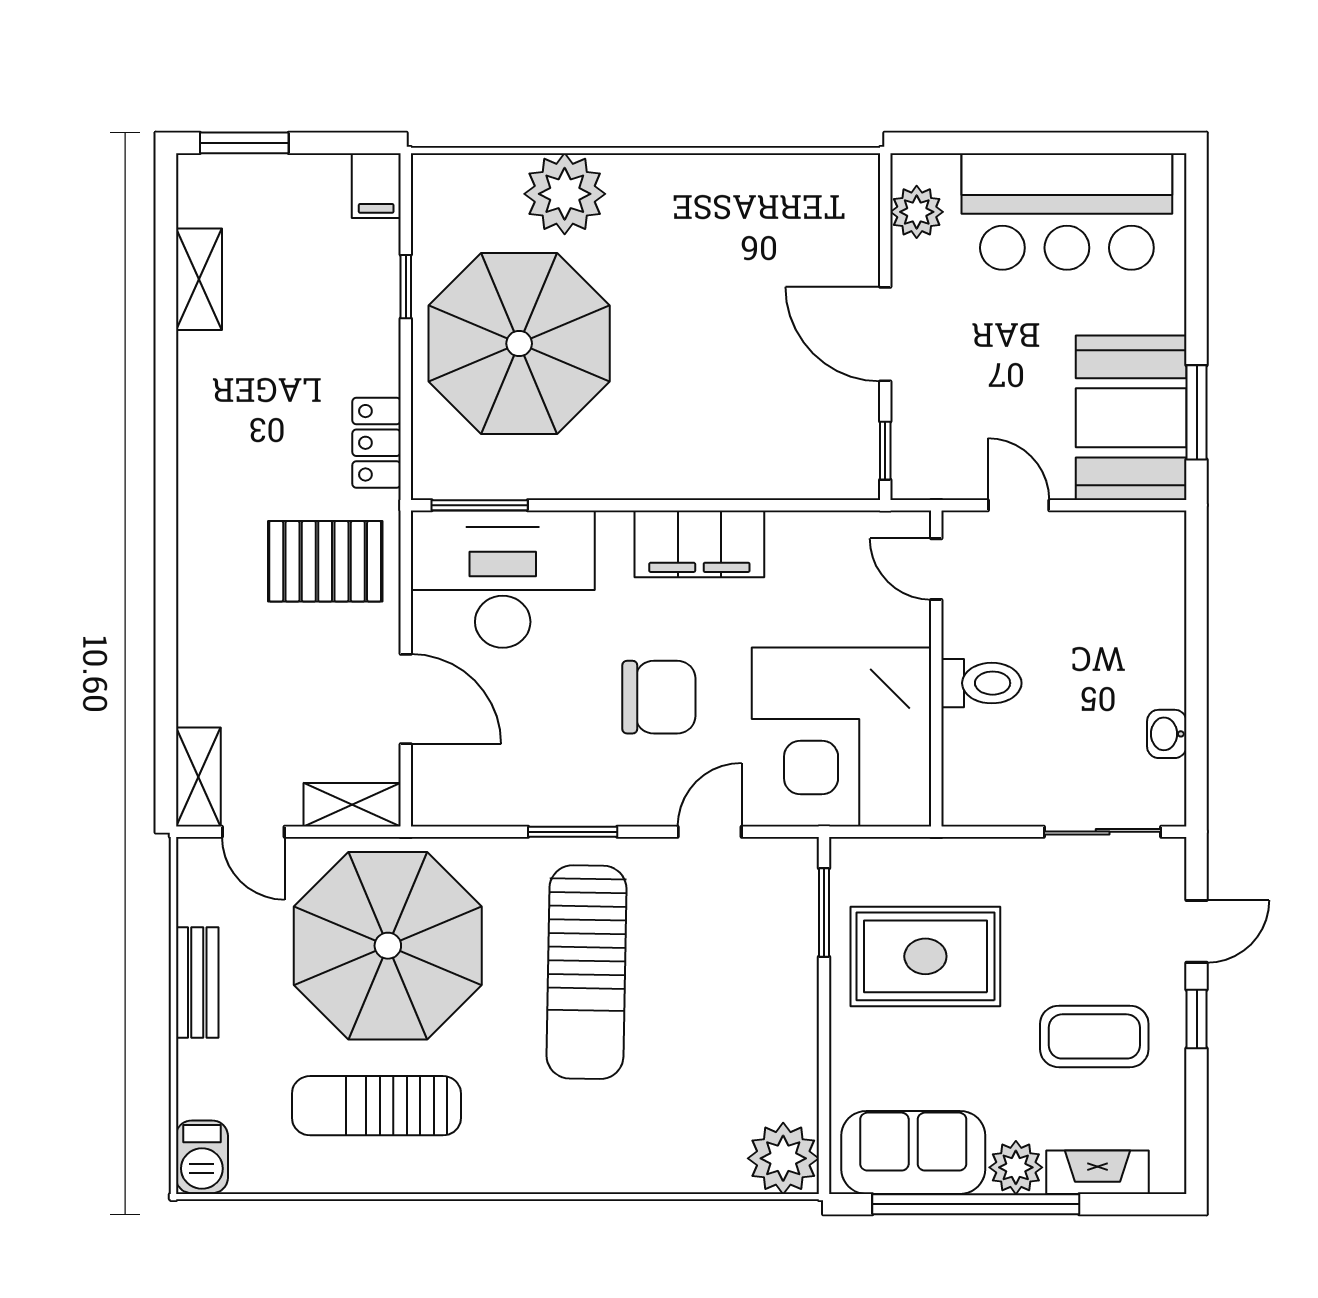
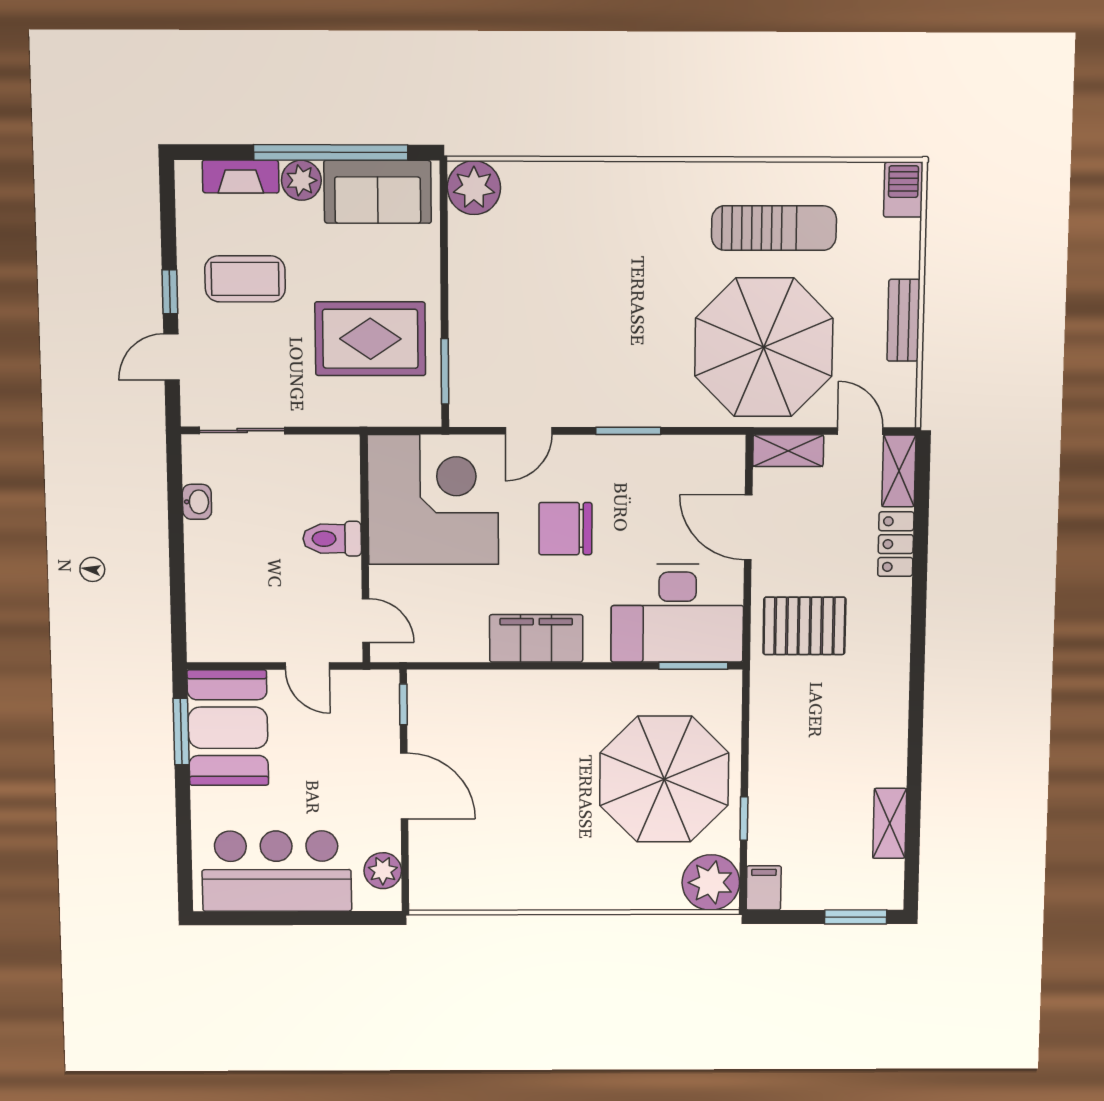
plant: (565, 194) -> (711, 882), moved
locker: (377, 443) -> (896, 544), moved, turned 180
sun lounger: (586, 972) -> (619, 327), removed

